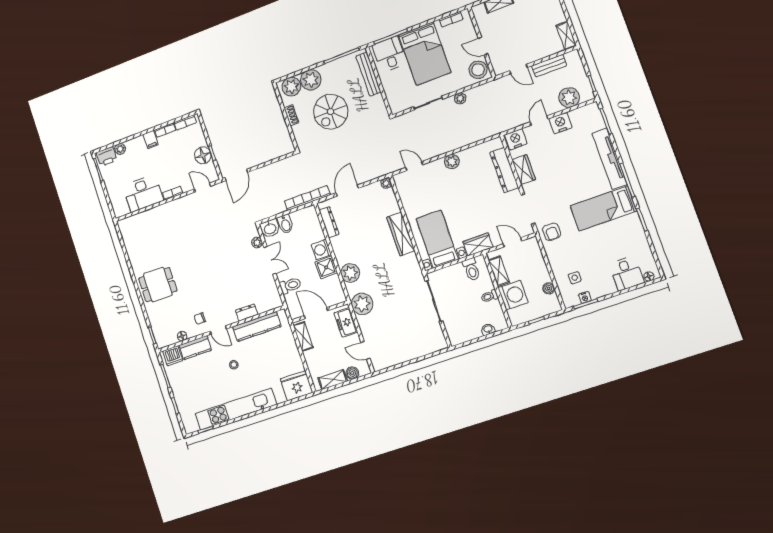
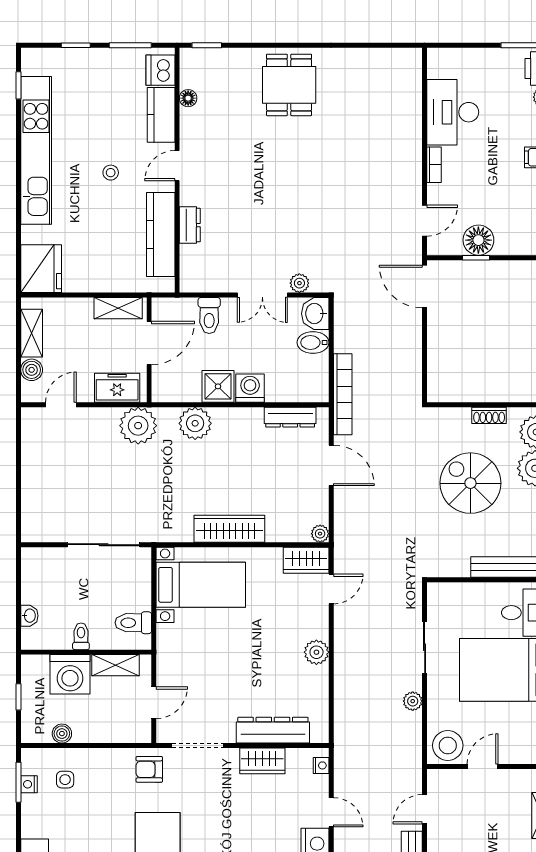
nightstand: (516, 139) -> (321, 765), width x0.53, depth x0.56
wardrobe: (478, 244) -> (306, 560), moved, turned 90
chair: (200, 319) -> (207, 140), removed

